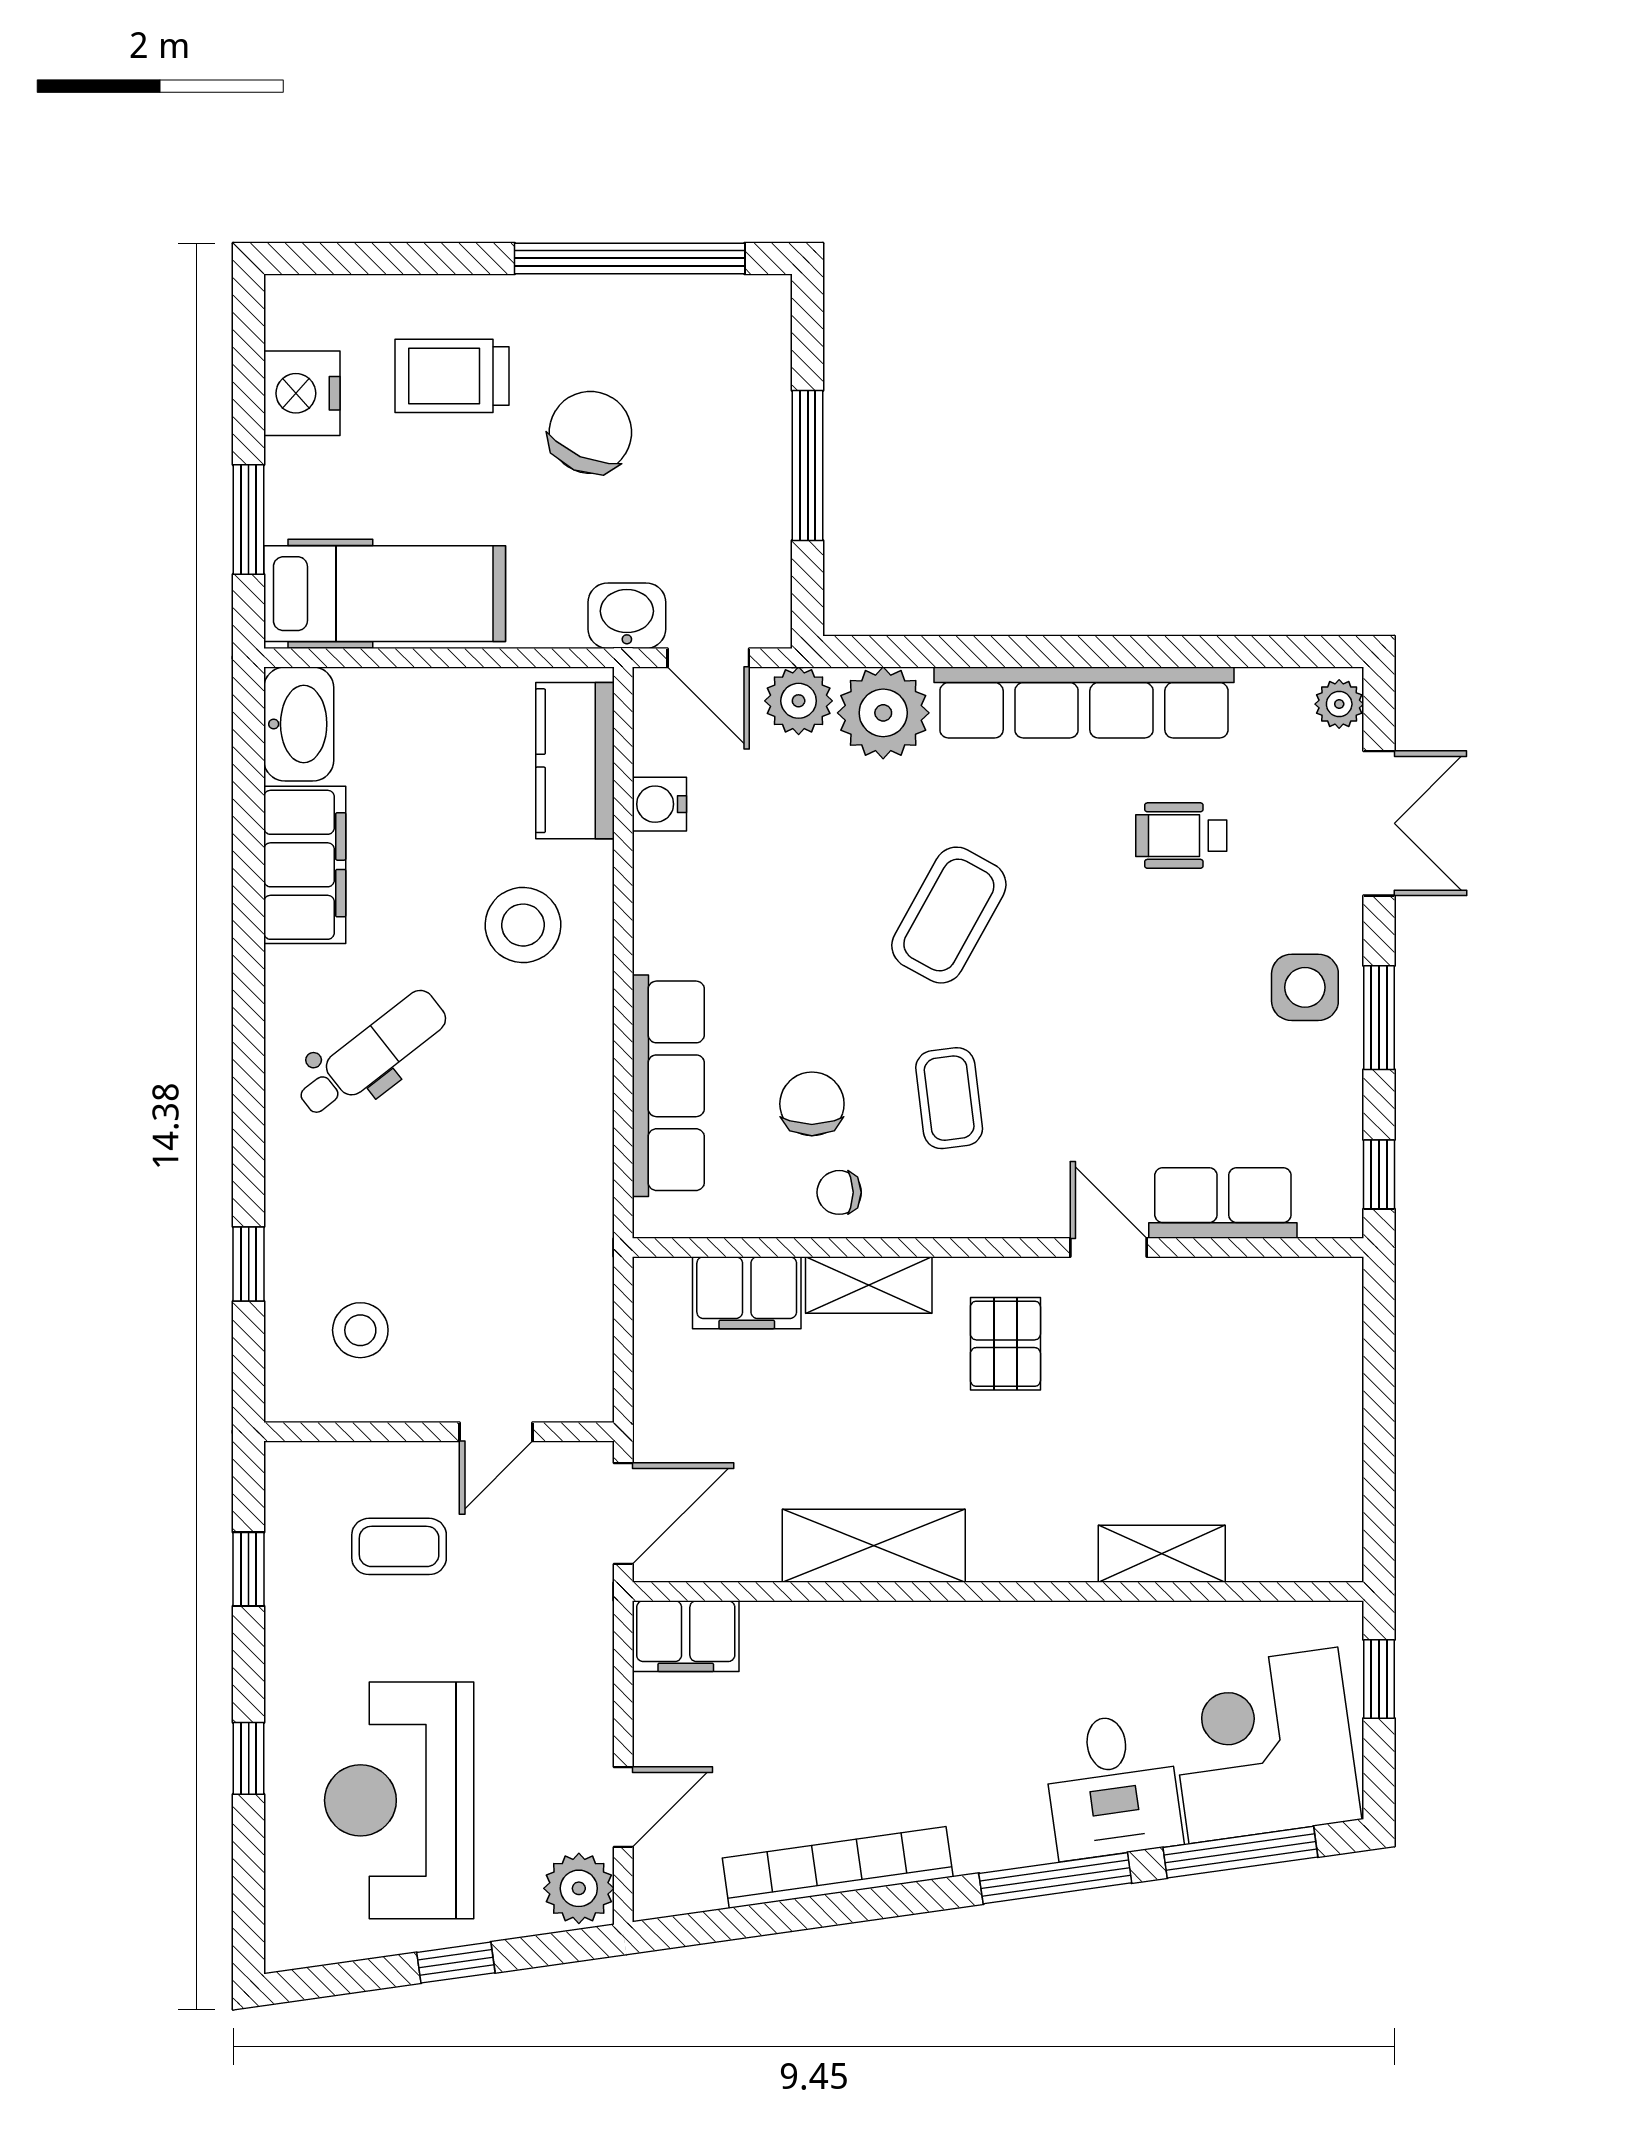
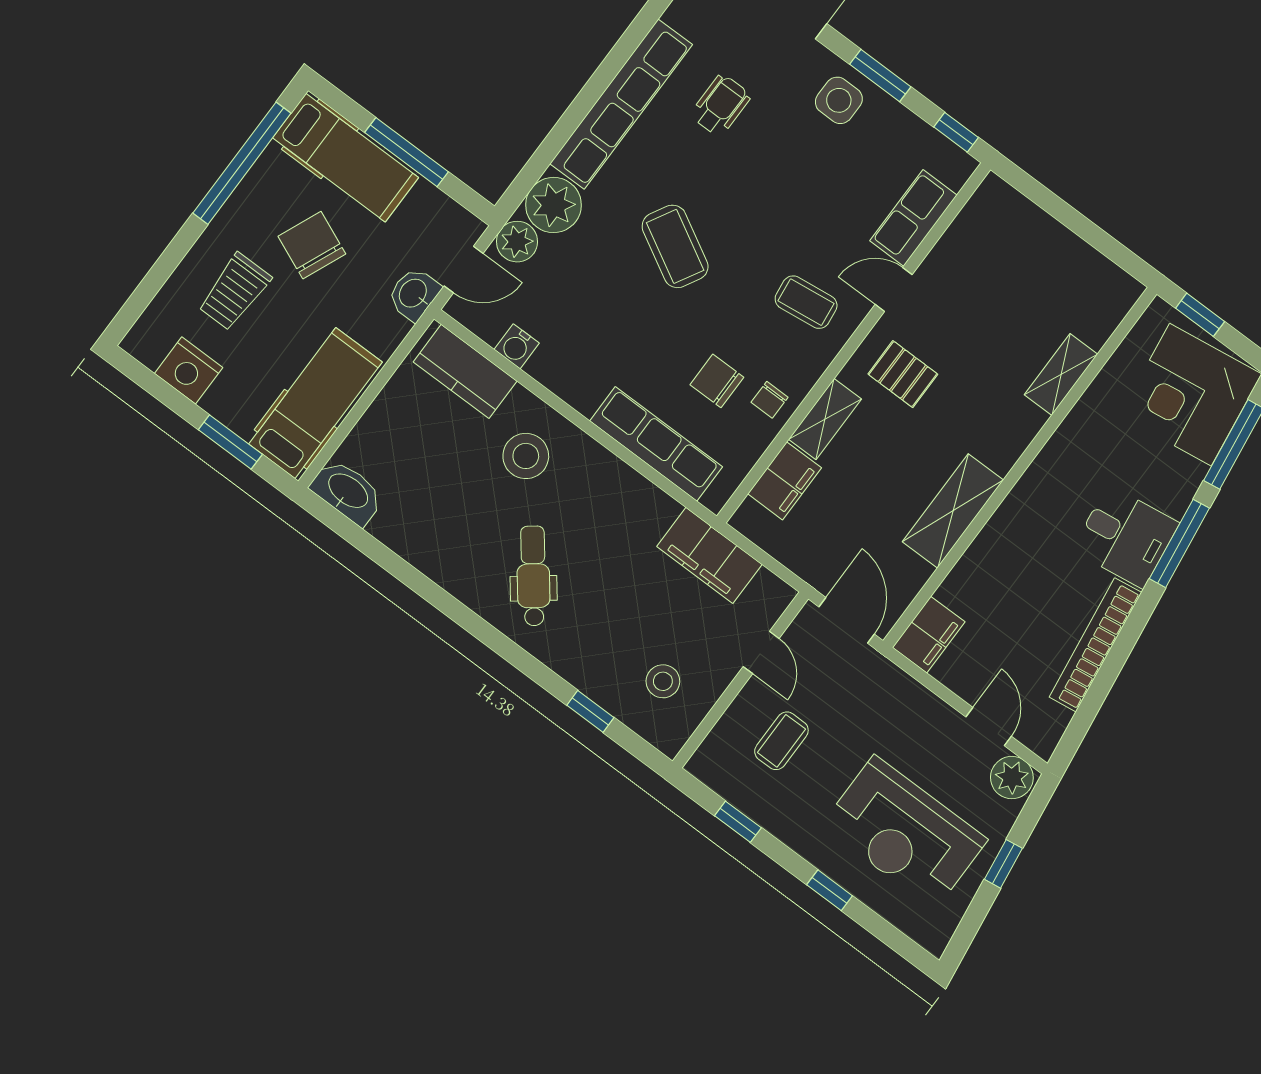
hospital bed: (740, 390) -> (345, 158), added
wheelchair: (1181, 836) -> (721, 105), turned 180
filing cabinet: (305, 865) -> (709, 555), moved, turned 180
coffee table: (949, 1098) -> (806, 302), moved
desk: (1112, 1786) -> (1126, 537), moved

